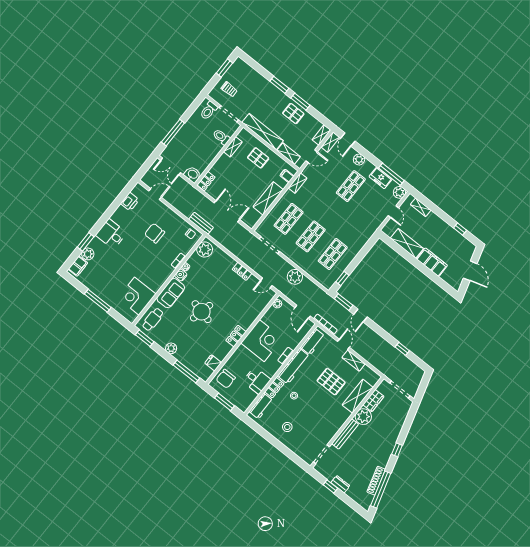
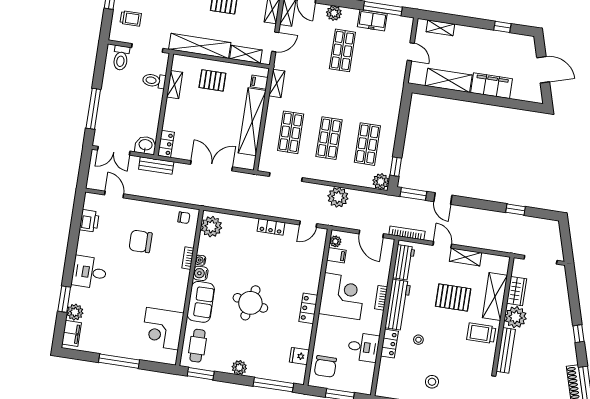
plant: (399, 192) -> (381, 181), moved
door: (155, 194) -> (114, 194), hinge flipped
shelving: (268, 198) -> (252, 122), width x1.47
bench: (201, 223) -> (156, 165), moved
filing cabinet: (273, 313) -> (336, 255), added
workbench: (261, 406) -> (386, 375), removed
trolley: (336, 414) -> (481, 333), added

